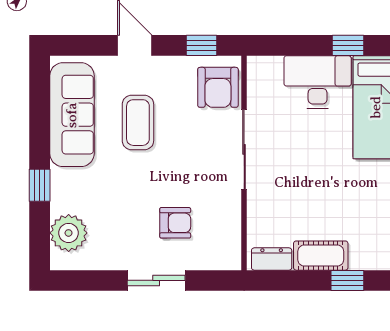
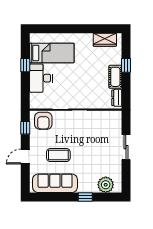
armchair: (218, 87) -> (43, 121), turned 90
armchair: (175, 223) -> (101, 139), removed

